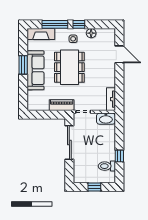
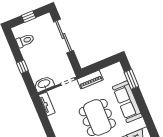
window: (23, 65) -> (131, 79), moved
sliding door: (69, 143) -> (64, 36), moved
window: (119, 156) -> (22, 67), moved

